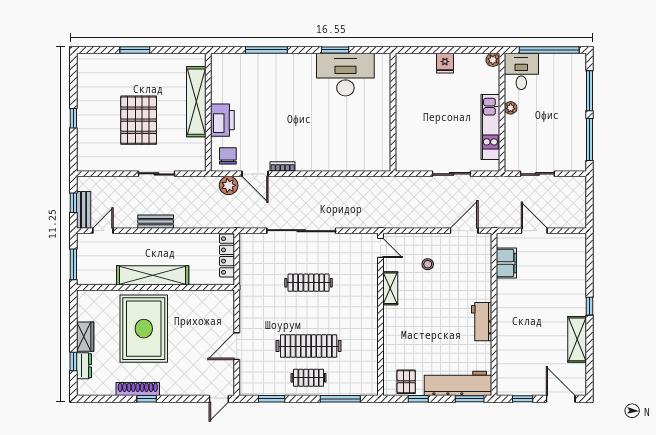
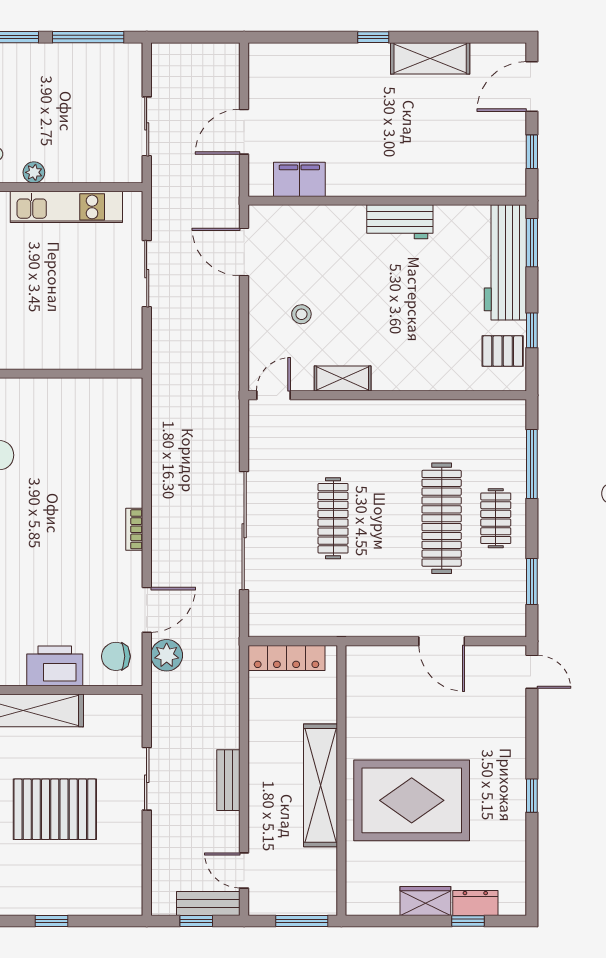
bookcase: (283, 167) -> (134, 529), moved
shoe rack: (138, 389) -> (515, 811), removed

